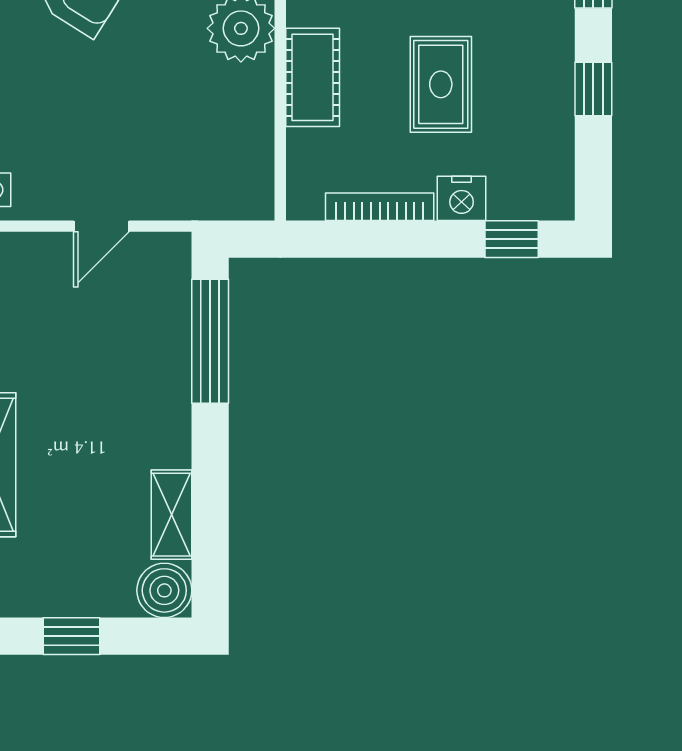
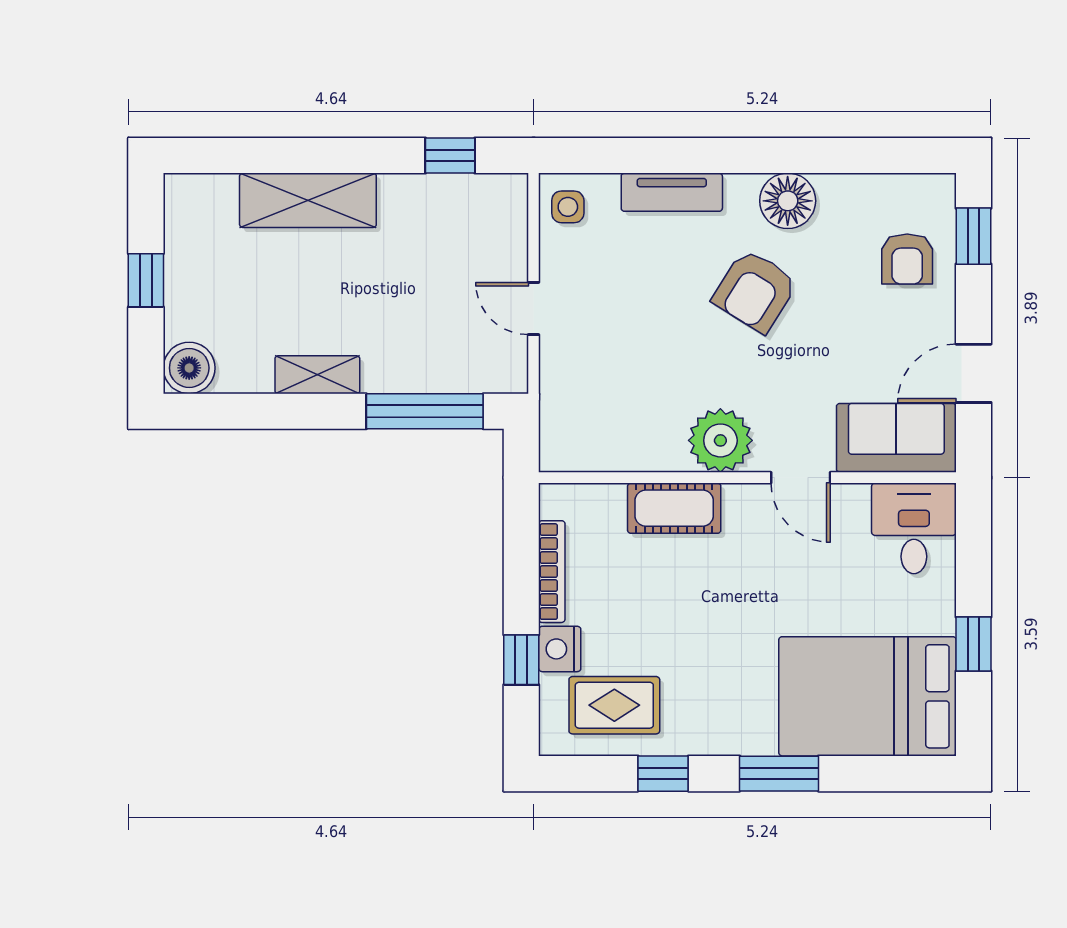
rug: (441, 84) -> (614, 705), moved
window: (512, 239) -> (521, 660), moved
shelving: (171, 515) -> (317, 375), moved

